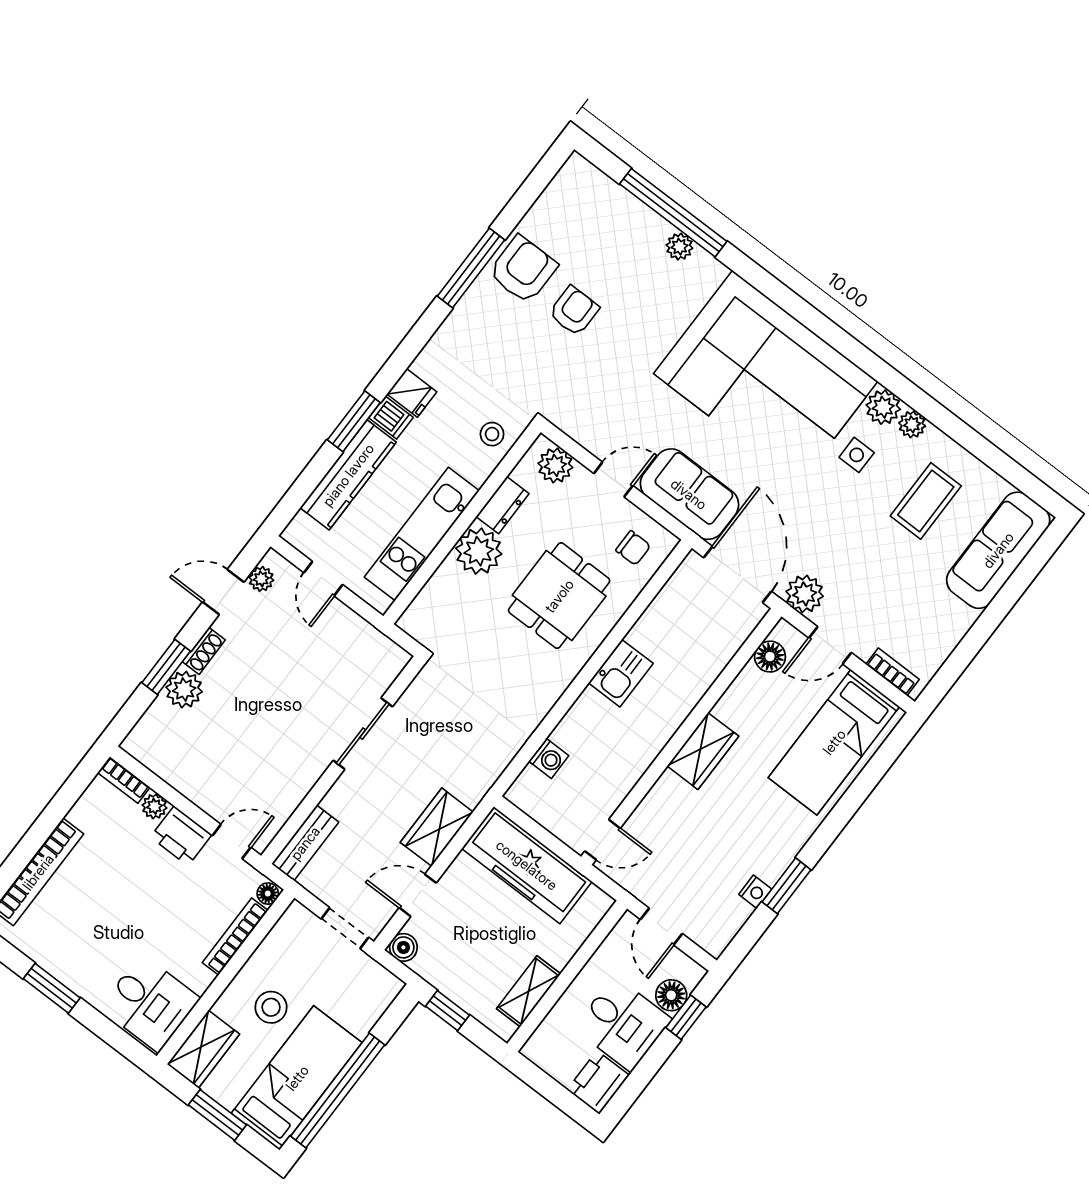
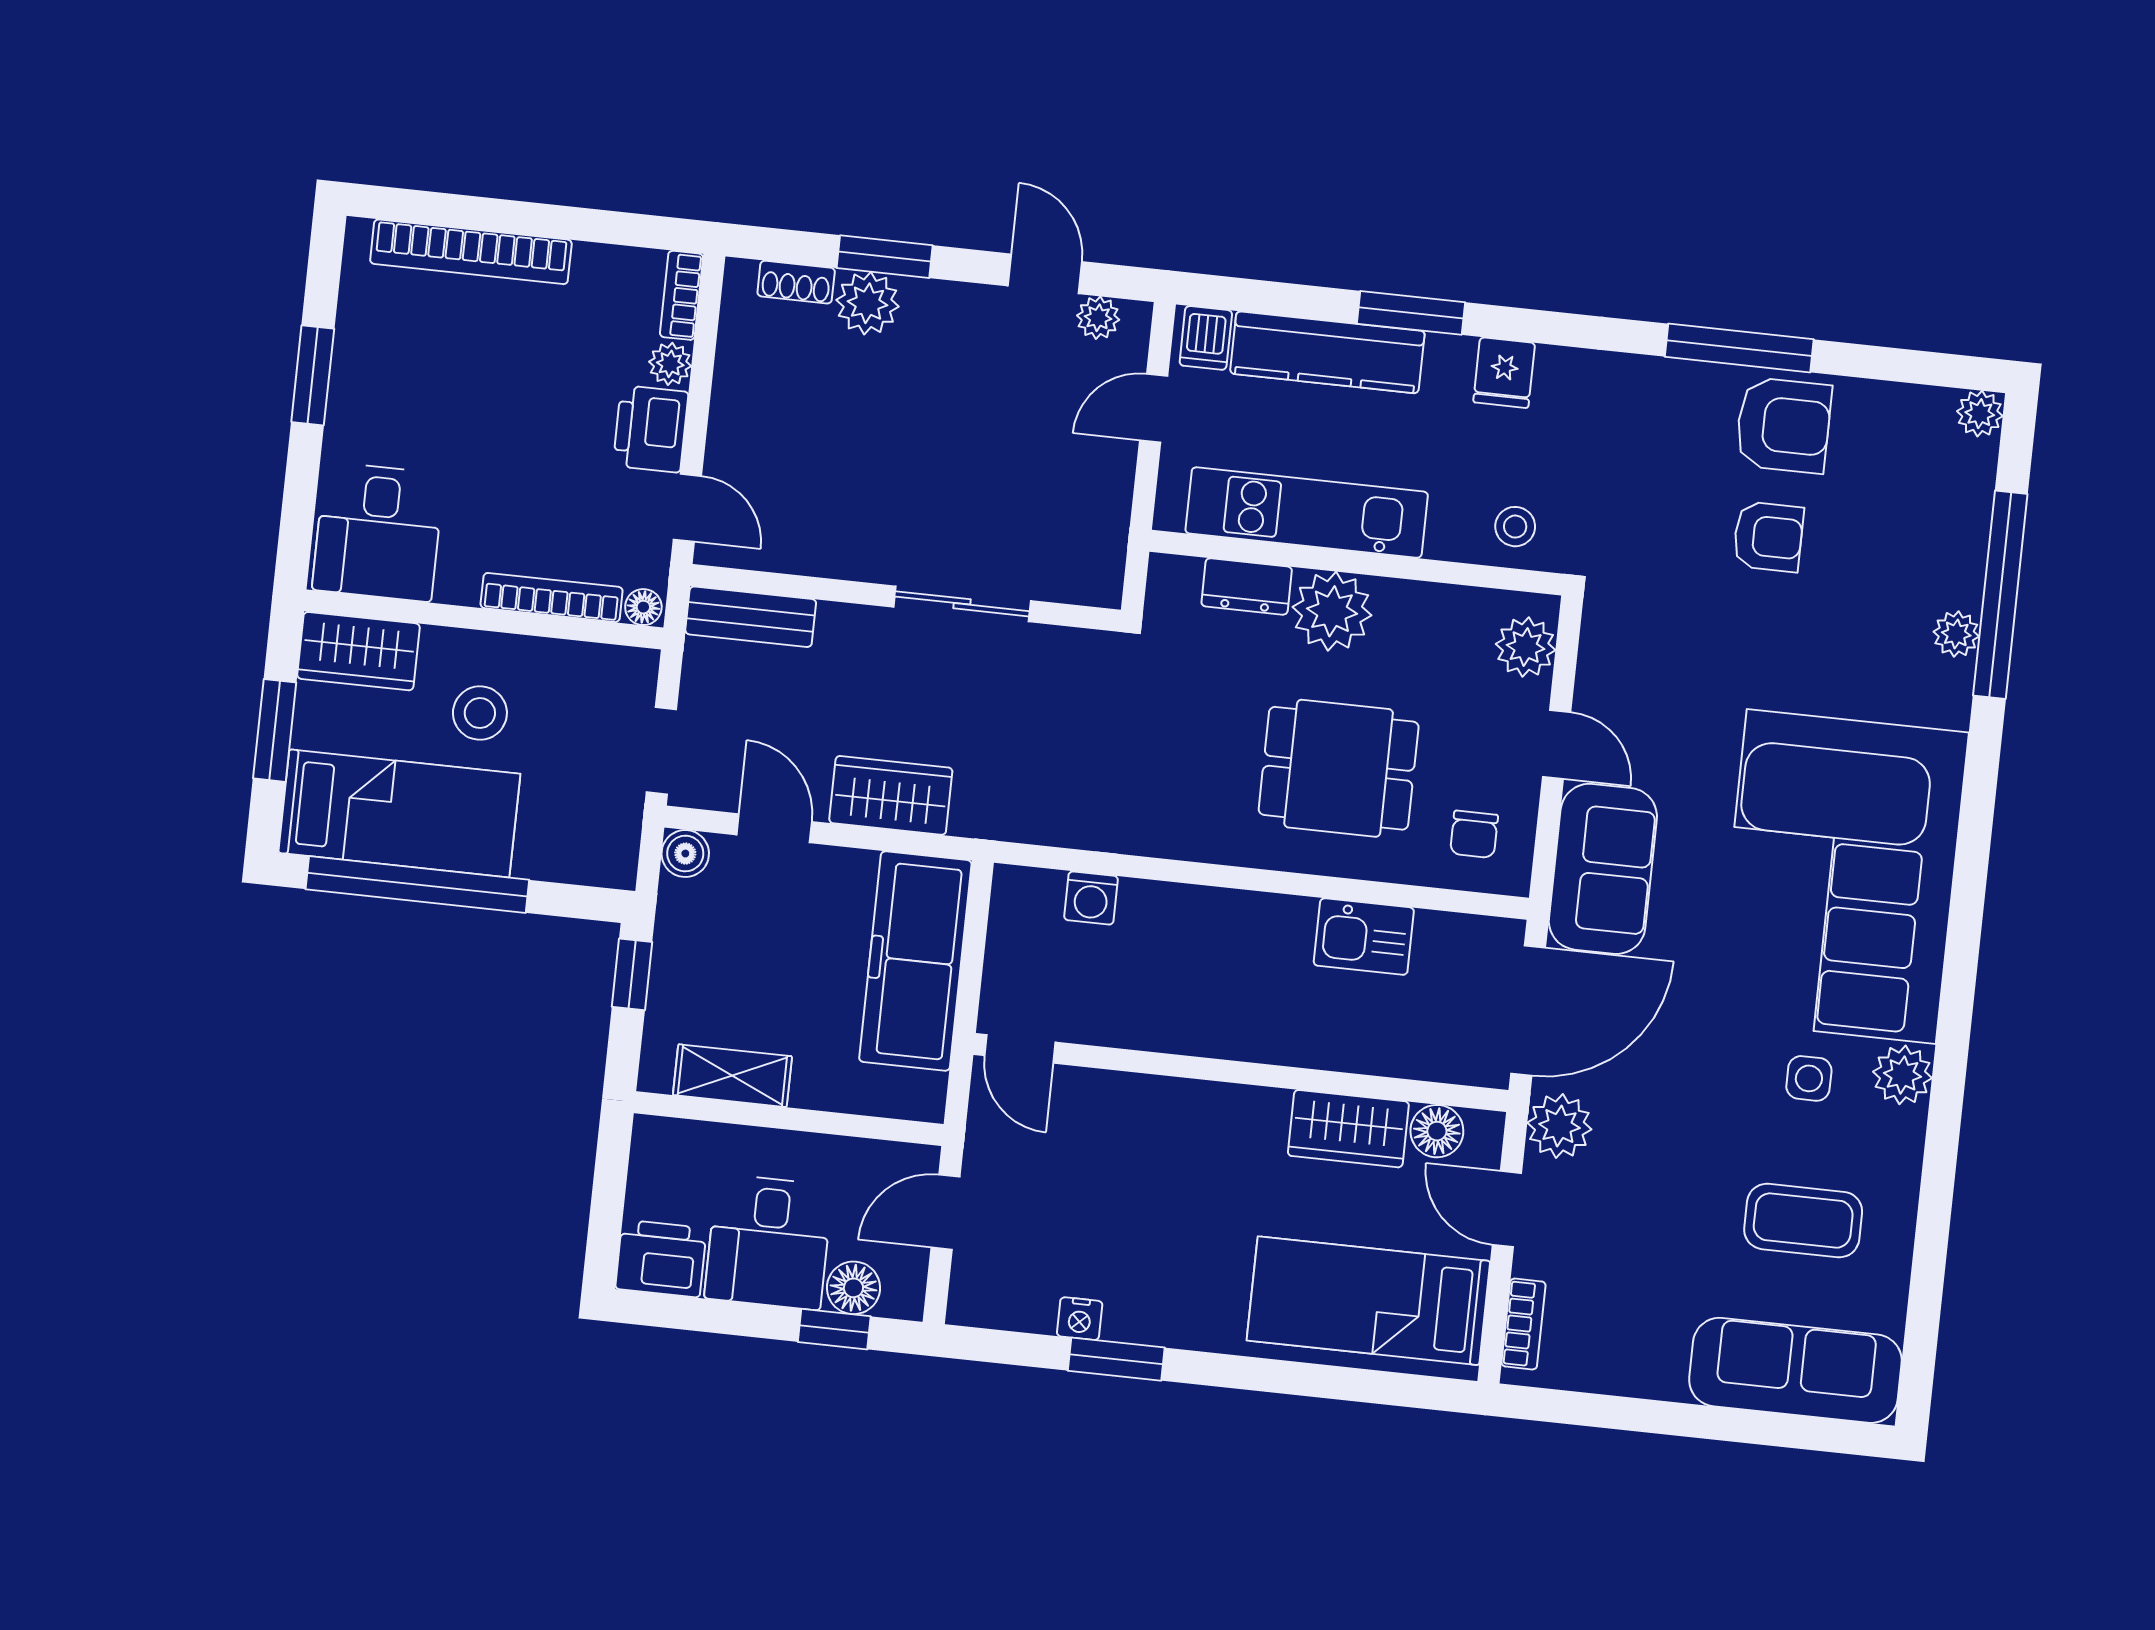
dishwasher: (391, 418) -> (1206, 338), moved
plant: (912, 424) -> (1980, 414), moved
dresser: (503, 505) -> (1247, 586), moved
shoe rack: (204, 651) -> (796, 282), moved
kitchen sink: (621, 673) -> (1364, 937), moved
wardrobe: (703, 751) -> (1348, 1129), moved

